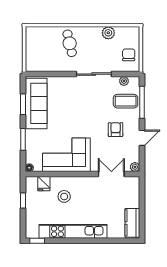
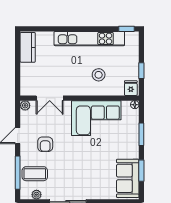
sofa: (36, 103) -> (128, 178), width x0.73
fridge: (44, 184) -> (131, 88), moved

